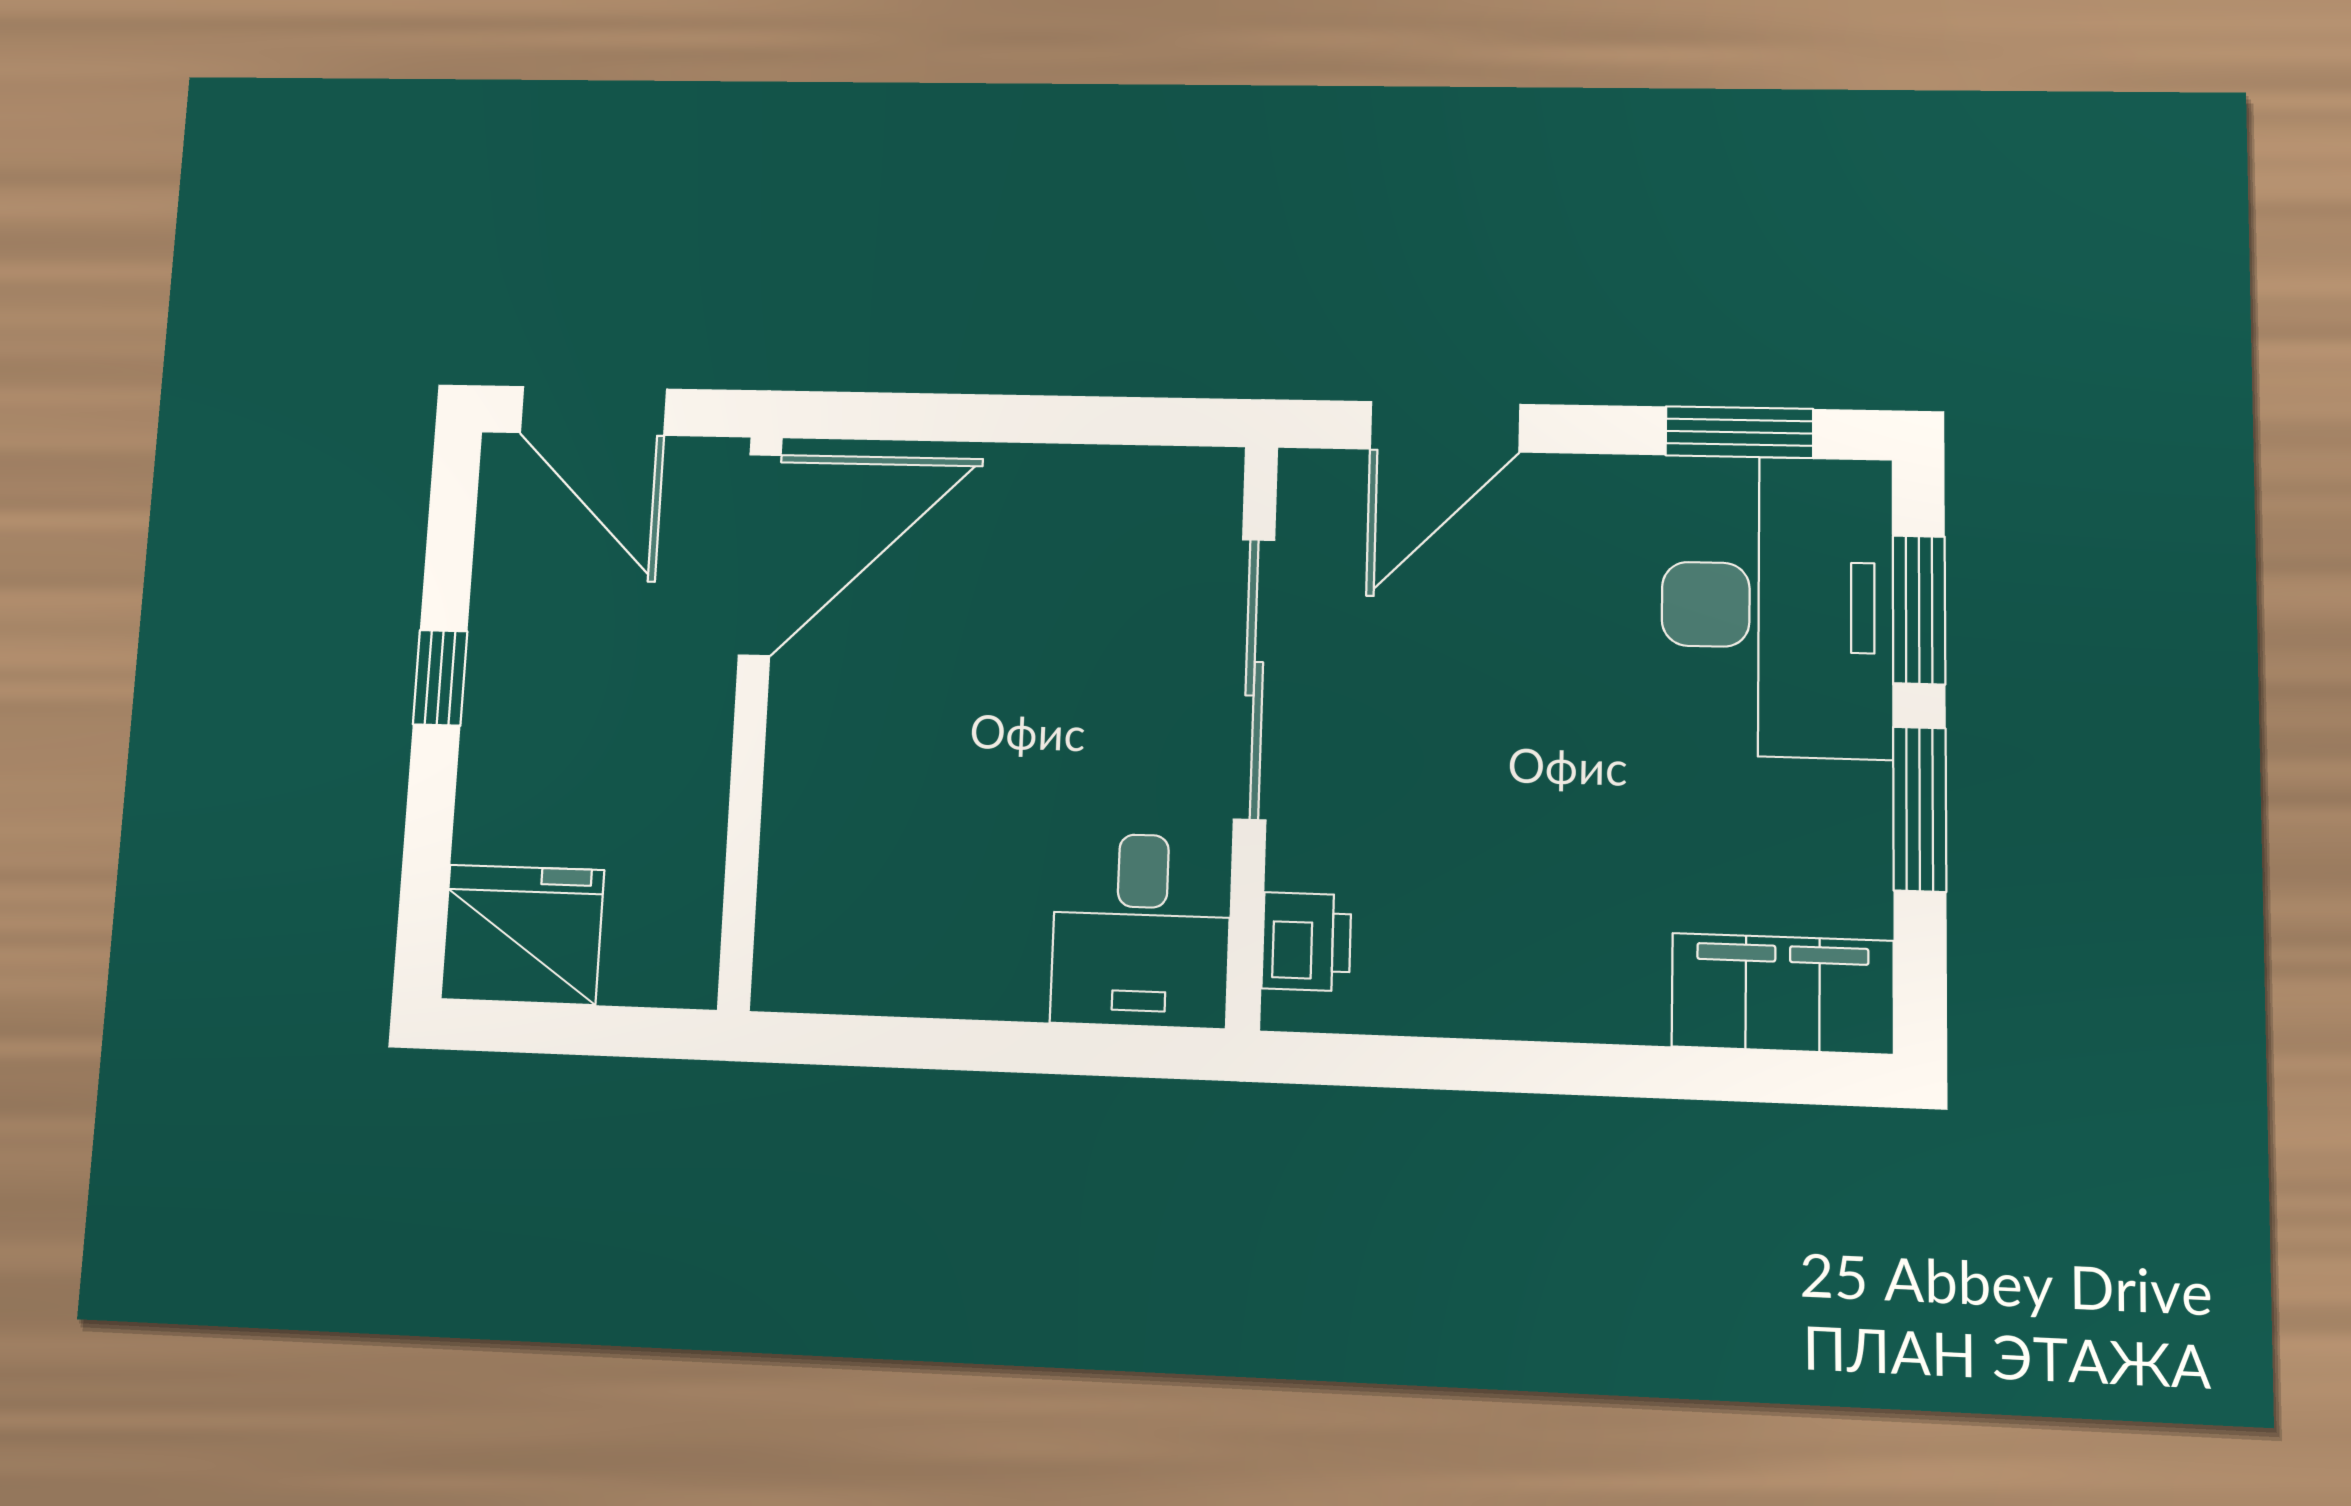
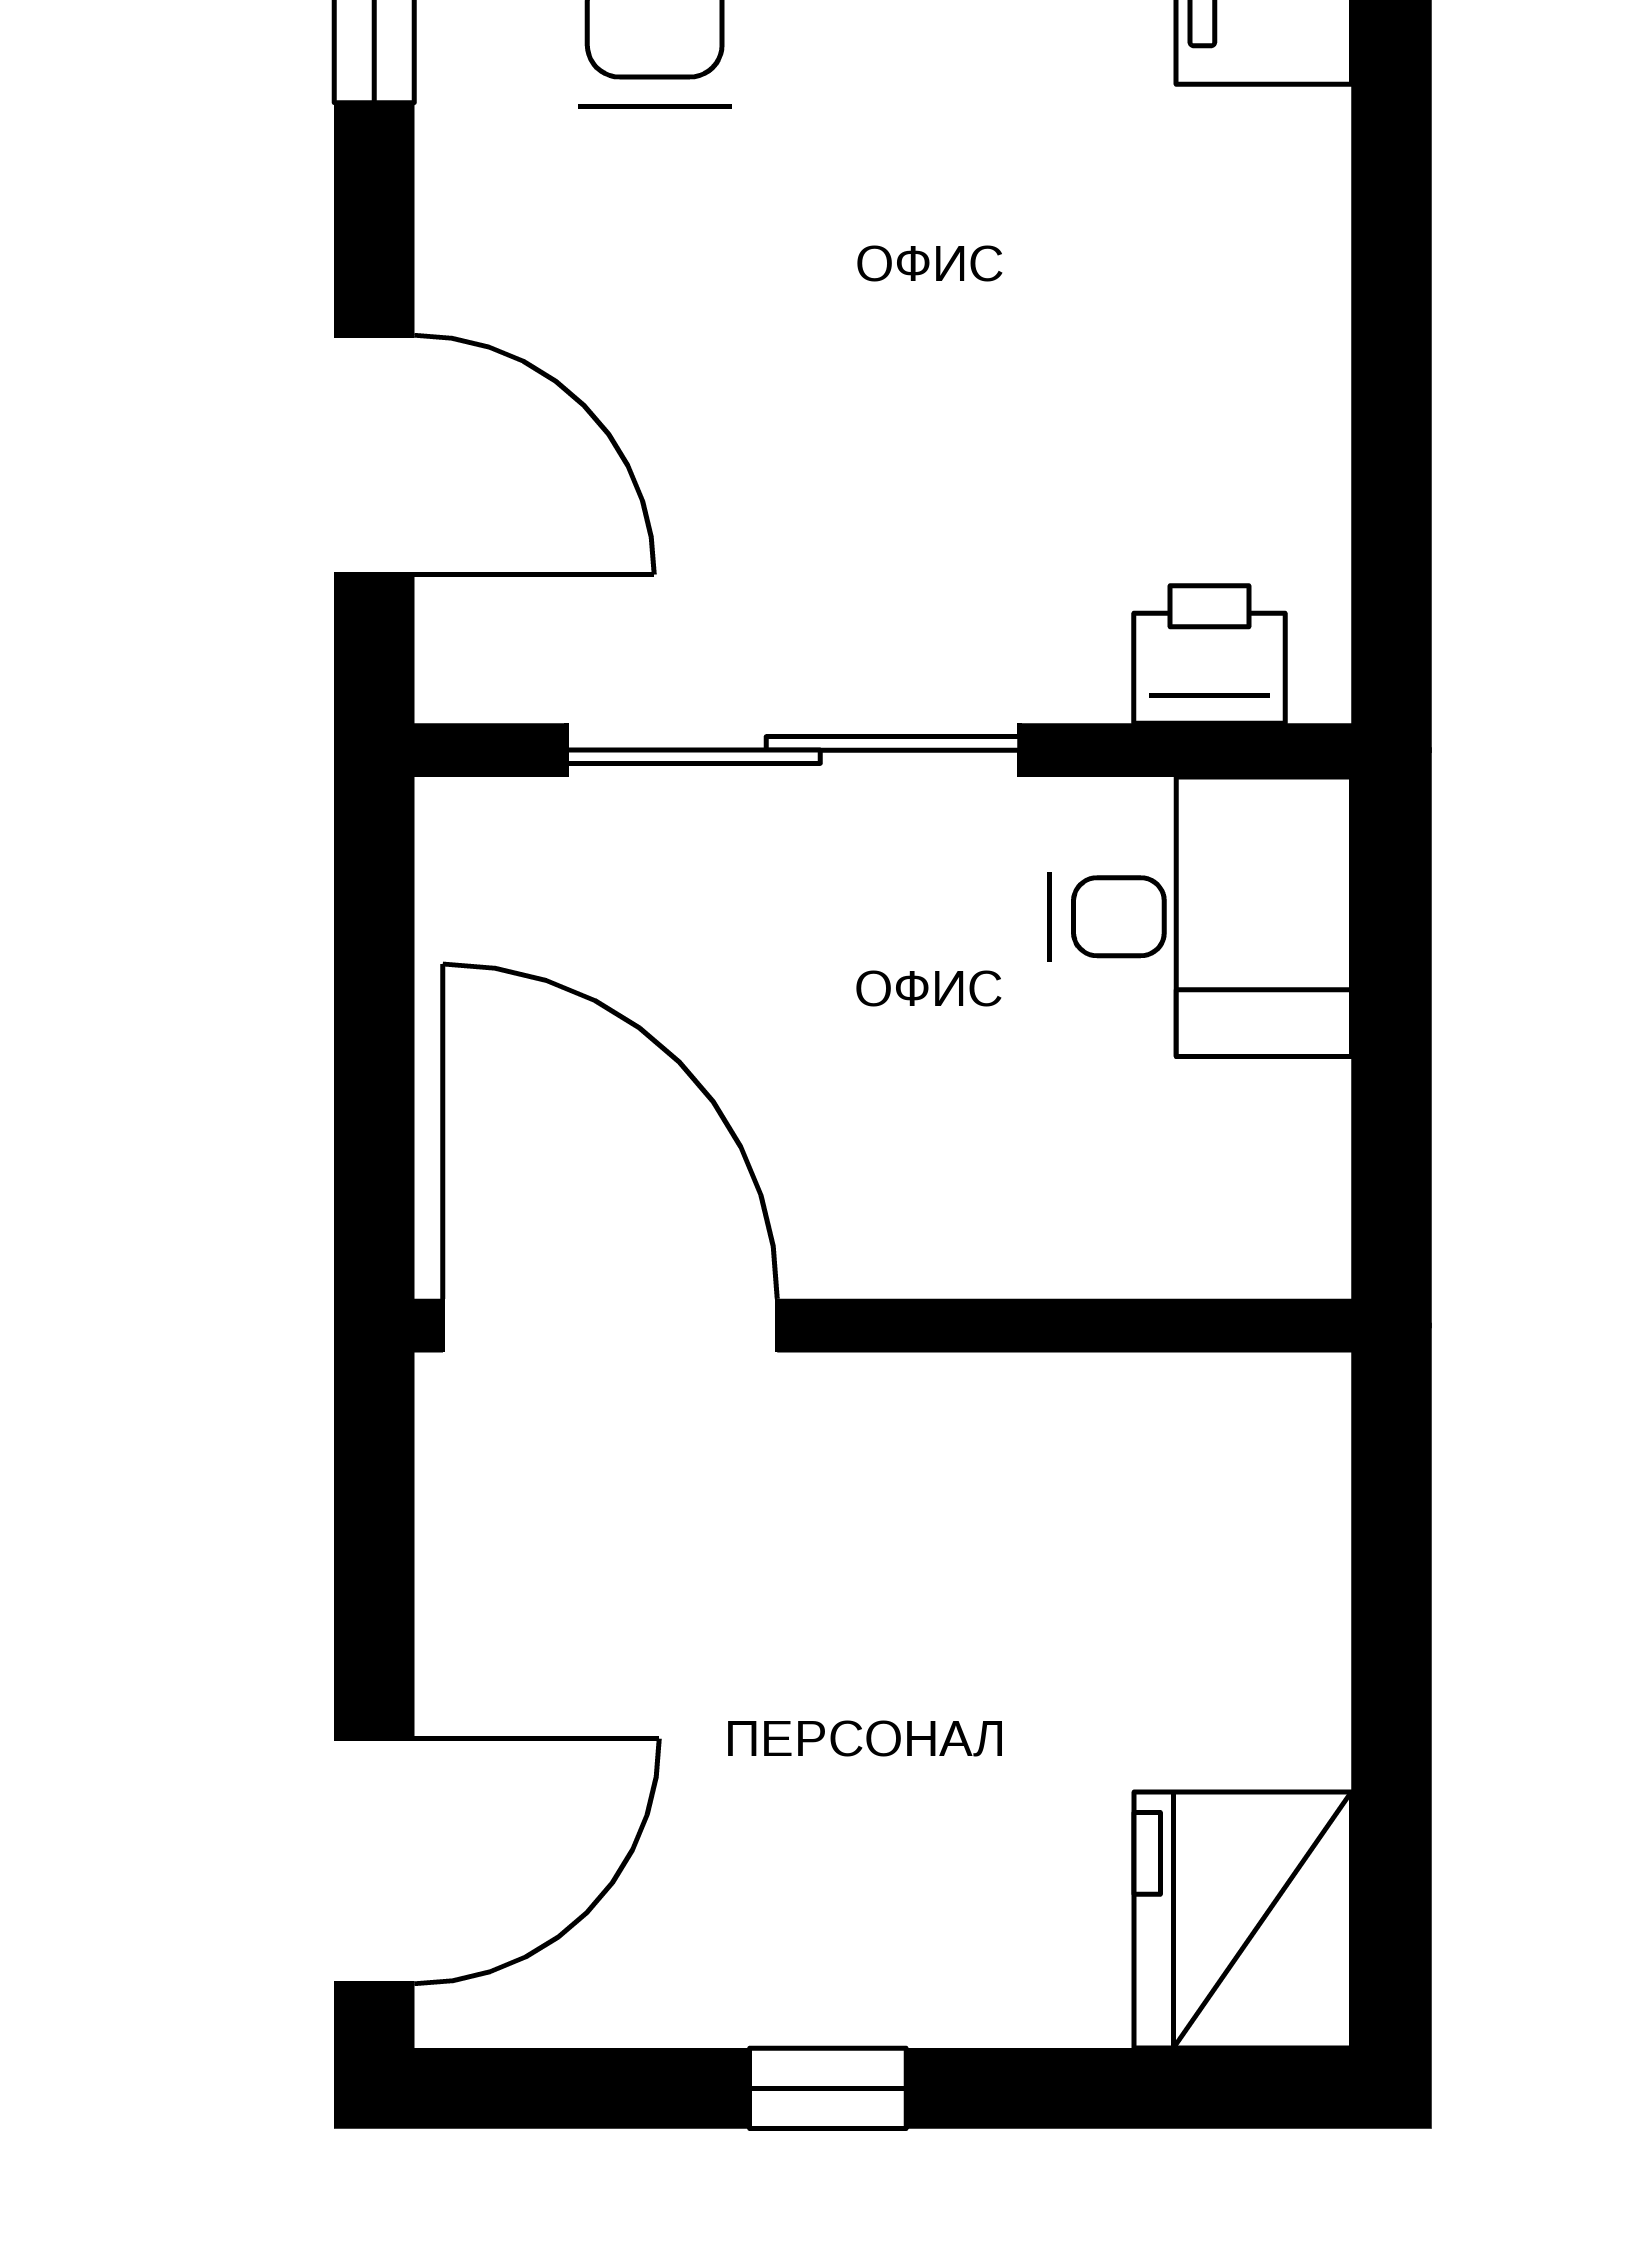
door: (760, 555) -> (610, 1326), moved
wall: (750, 720) -> (883, 1326), moved

